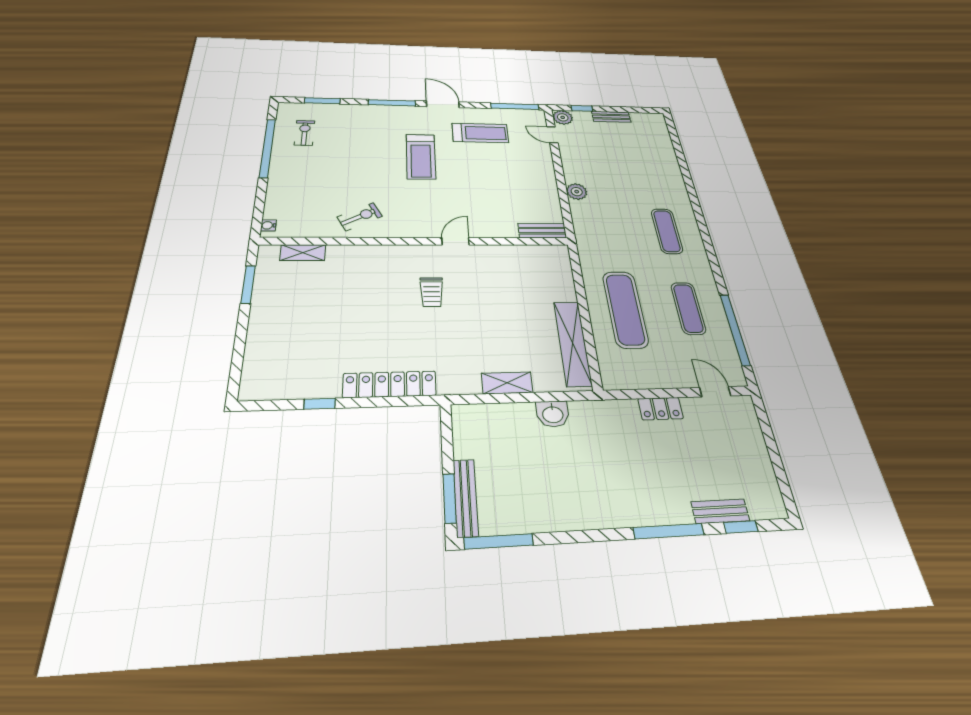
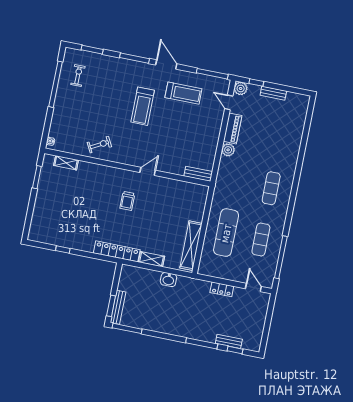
piano: (572, 164) -> (233, 128), added
locker: (390, 384) -> (117, 251), moved

